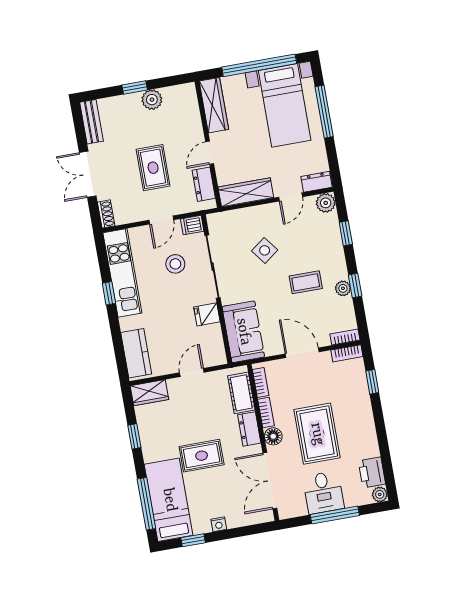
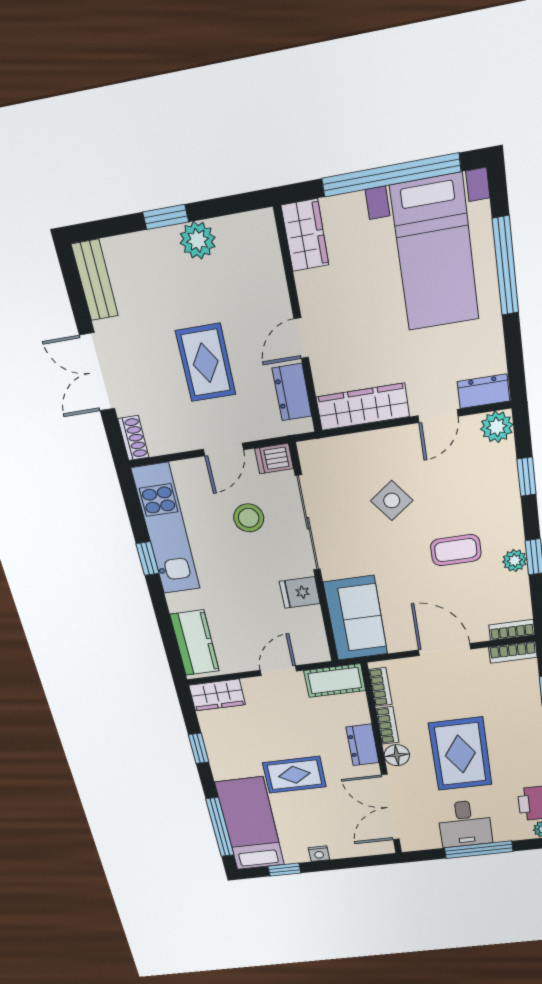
wardrobe: (214, 105) -> (305, 235), width x0.67
cot: (241, 393) -> (335, 681), moved, turned 90

